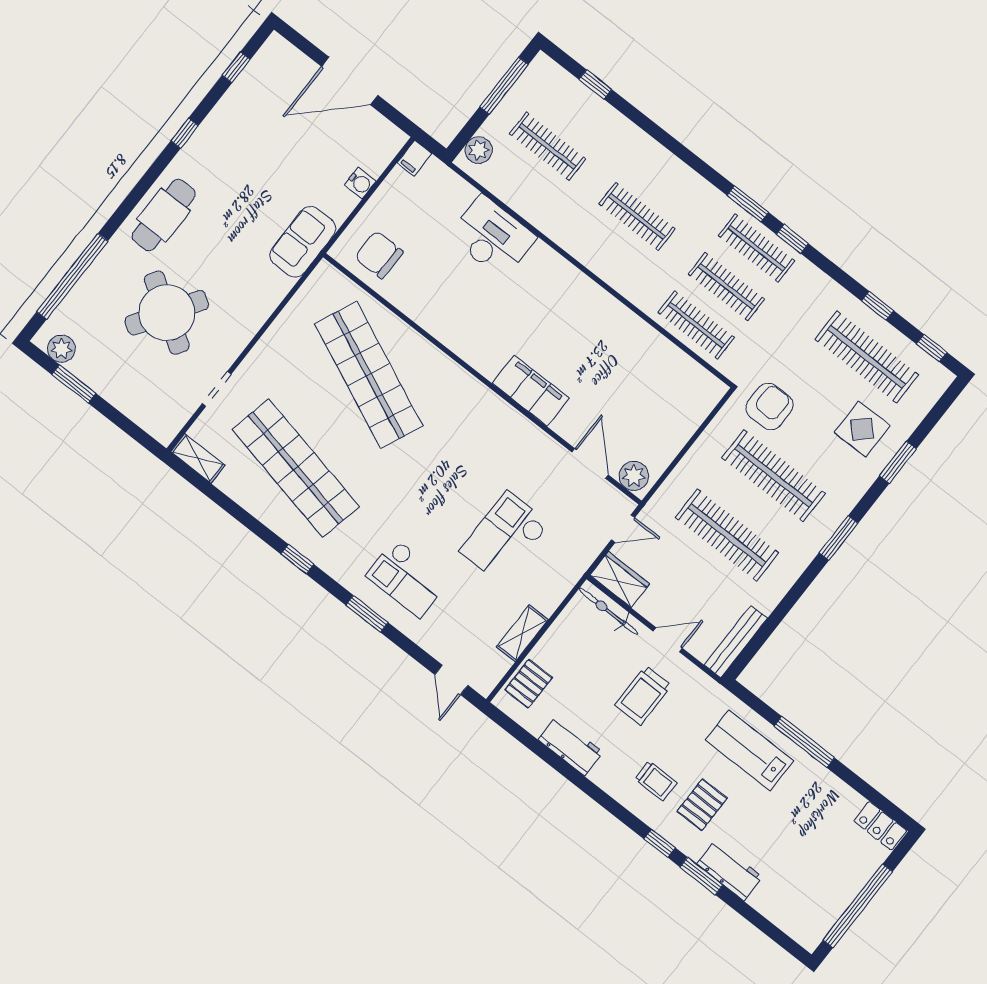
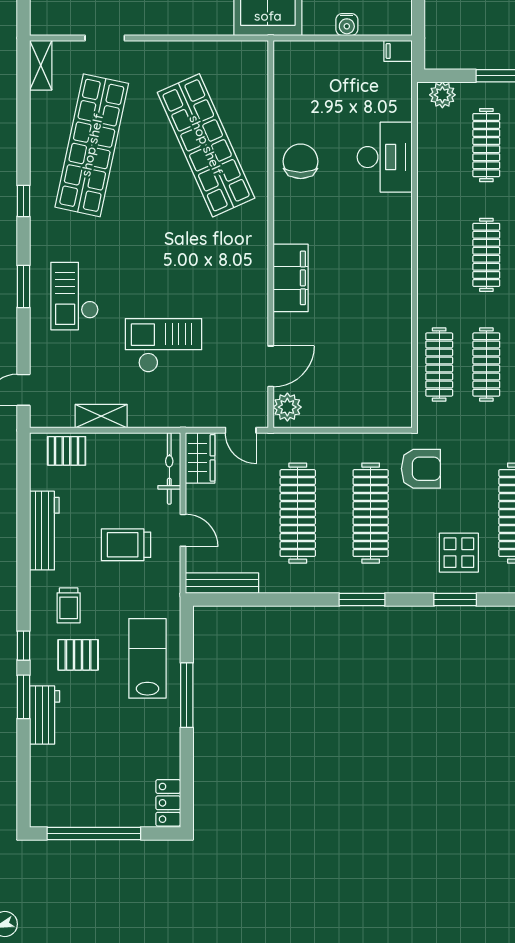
chair: (379, 255) -> (301, 161), moved
shop shelf: (369, 375) -> (206, 145), turned -48
workbench: (571, 746) -> (44, 531), width x1.38

